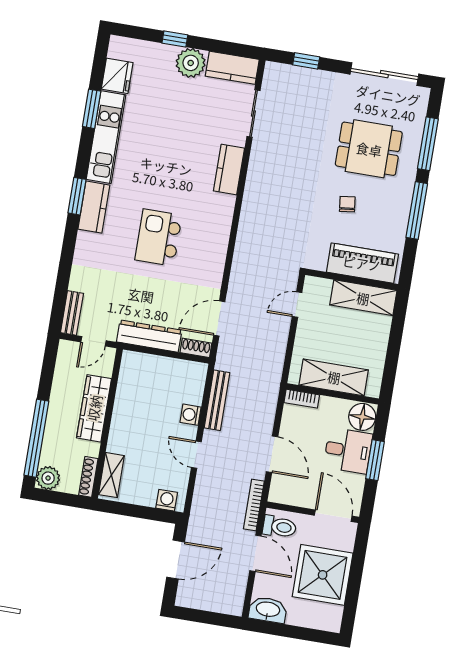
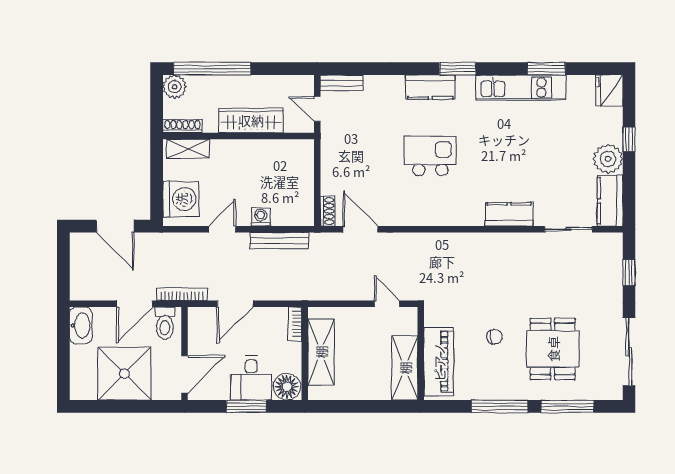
fridge: (117, 76) -> (609, 91), moved, turned 90
kitchen counter: (94, 207) -> (430, 87), moved
dresser: (149, 336) -> (331, 163), removed
washing machine: (167, 500) -> (181, 199), width x1.89, depth x1.89

